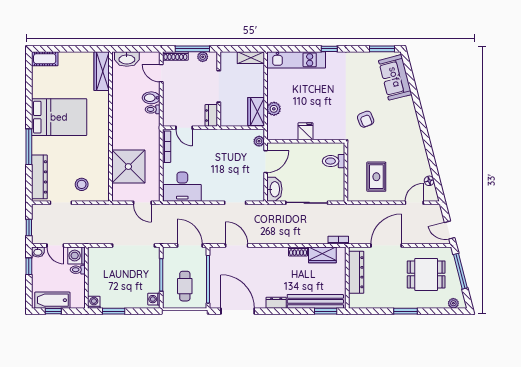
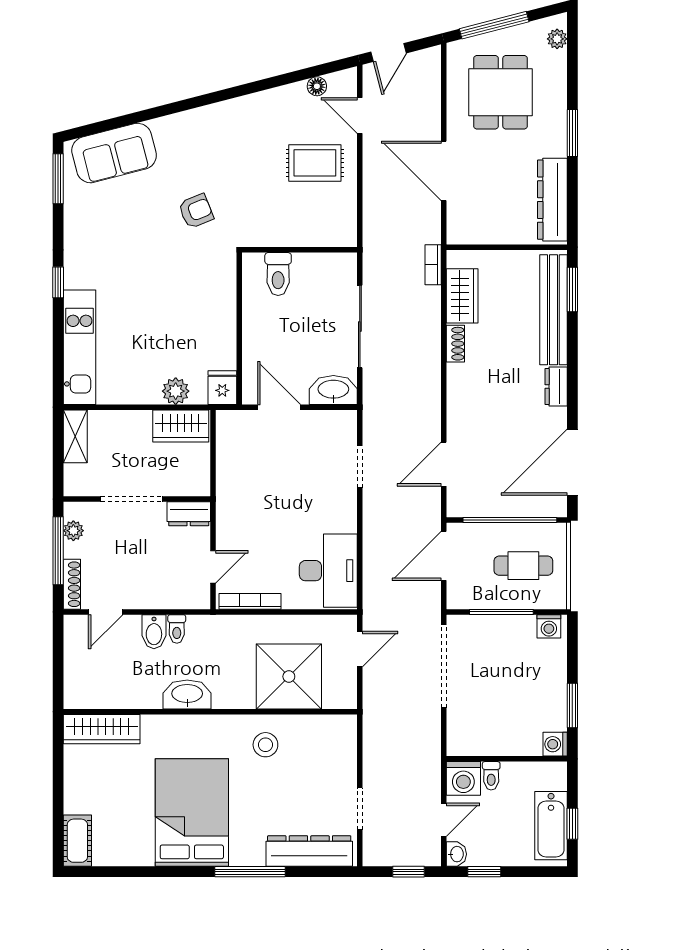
washbasin: (127, 59) -> (187, 694), moved, turned -90
fridge: (305, 131) -> (222, 388), moved, turned 90
plant: (259, 141) -> (239, 420), removed
rug: (376, 177) -> (315, 163), moved
stool: (82, 184) -> (265, 745), moved
door: (450, 230) -> (389, 52), moved
dresser: (356, 272) -> (552, 200), moved, turned -90

